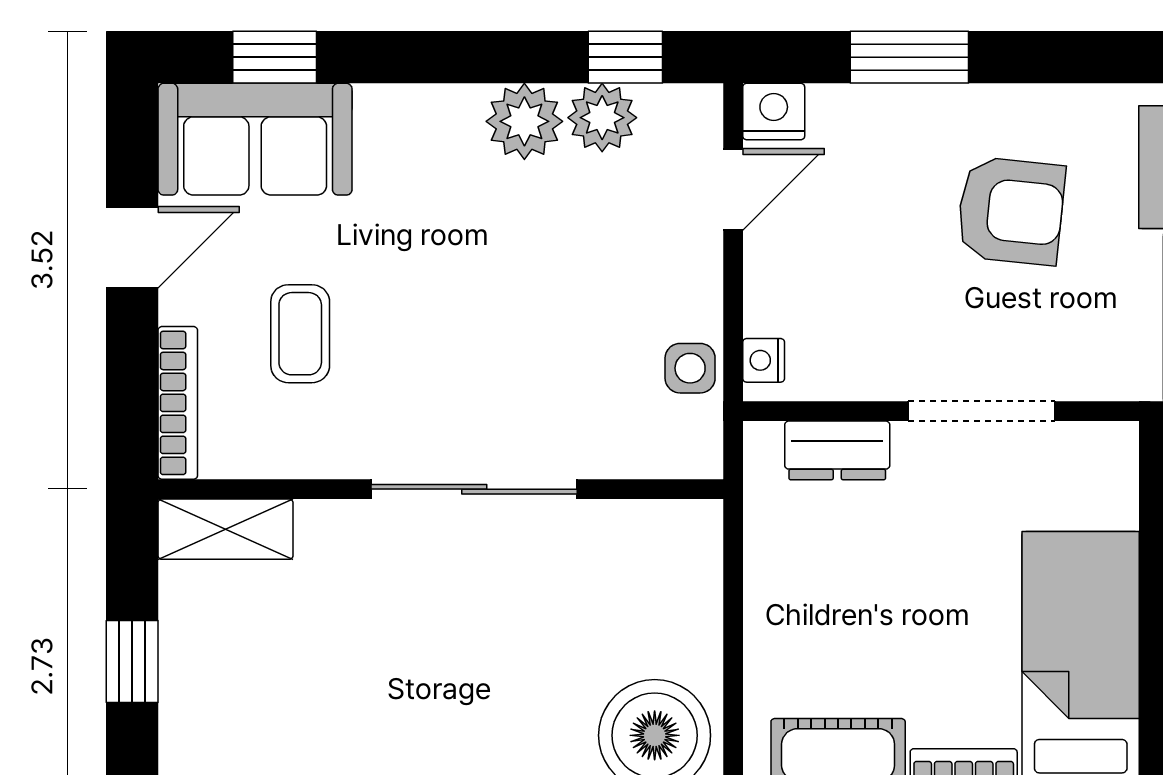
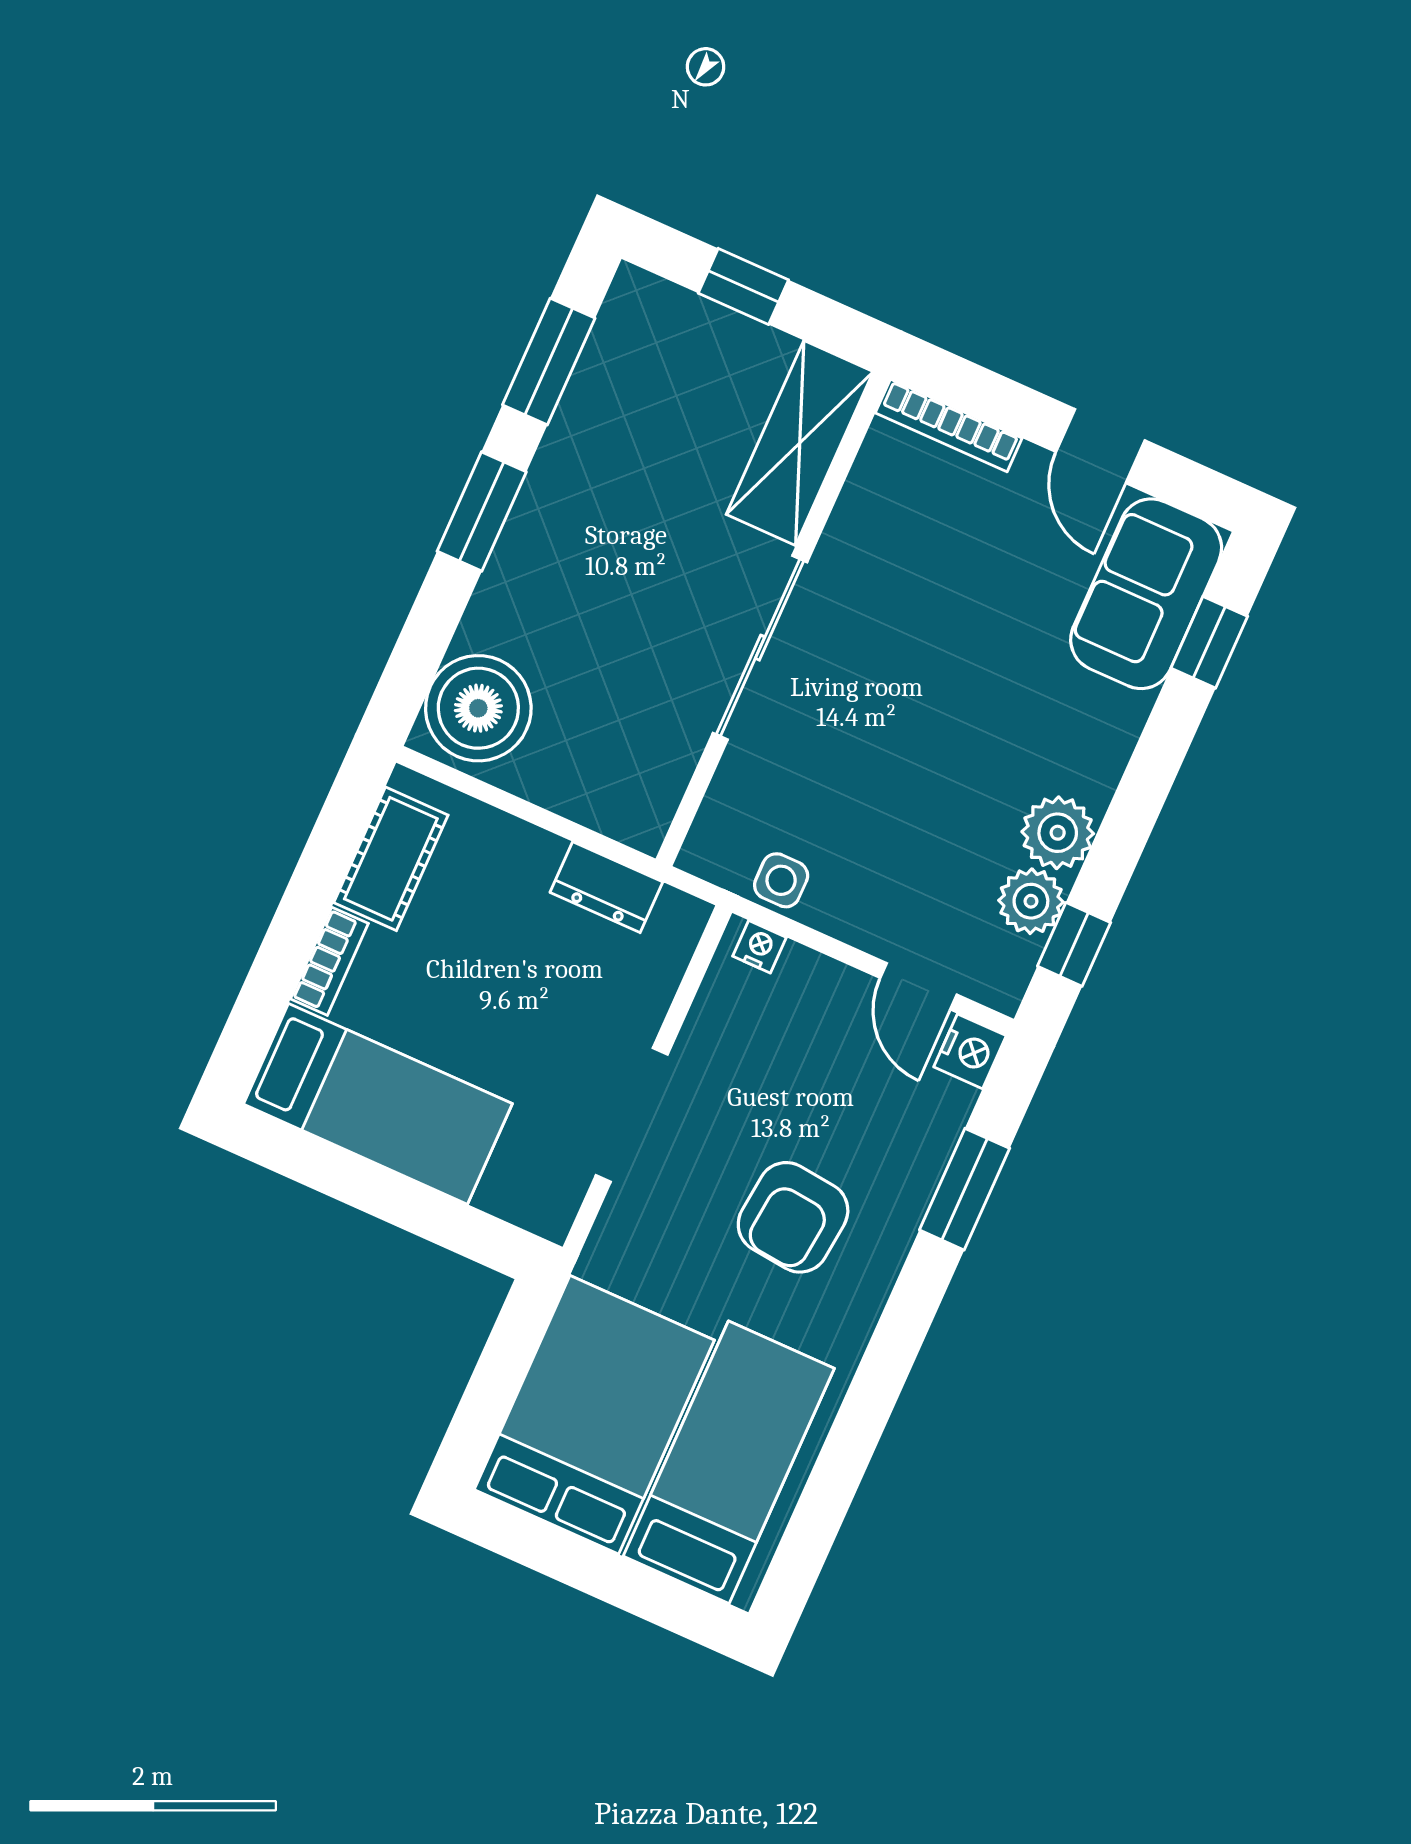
coffee table: (300, 334) -> (961, 558), removed
dresser: (837, 450) -> (606, 887), moved, turned -90
shelving: (225, 529) -> (800, 443), width x1.50, depth x1.33

